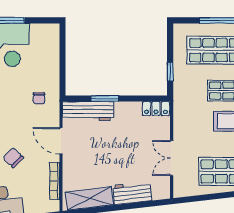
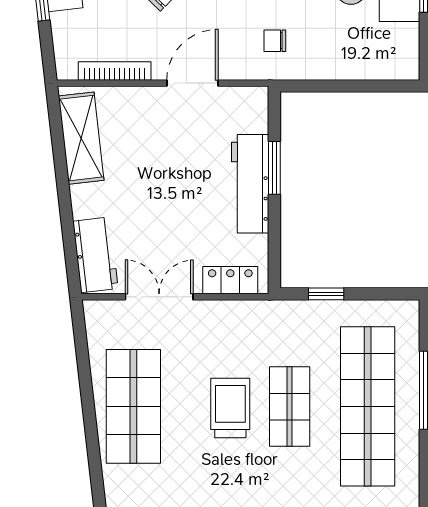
locker: (156, 109) -> (230, 280), moved, turned 90
workbench: (88, 111) -> (250, 184), moved
workbench: (132, 193) -> (95, 255), moved

